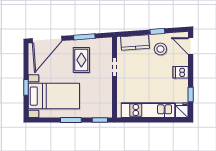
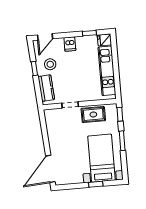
window: (84, 37) -> (45, 135), removed
door: (47, 40) -> (50, 169), swing flipped
rug: (81, 60) -> (93, 115), moved

